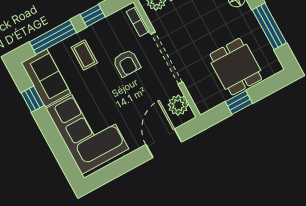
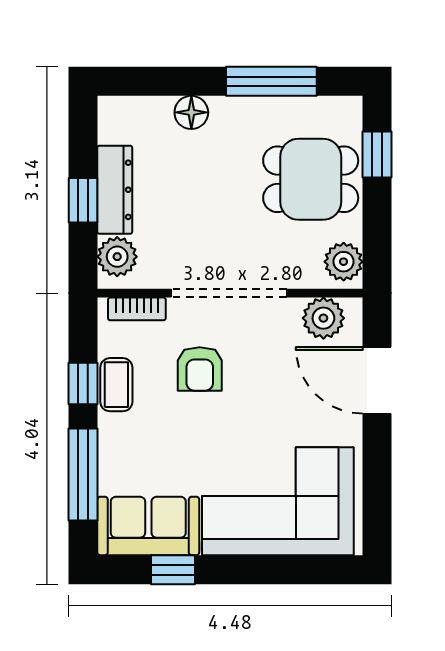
coffee table: (84, 55) -> (116, 385), moved, turned 90
armchair: (127, 63) -> (200, 369), turned 90
plant: (208, 101) -> (344, 262), added
window: (239, 103) -> (377, 154), moved

